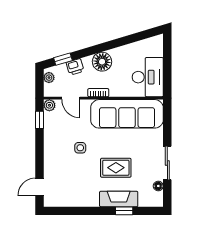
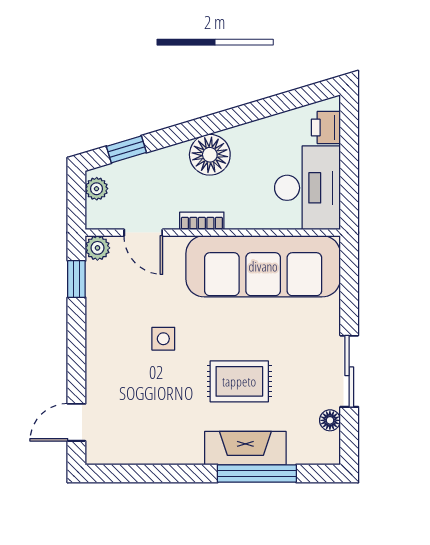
printer: (75, 67) -> (326, 128), moved, turned 107
window: (124, 211) -> (257, 473), width x2.17

